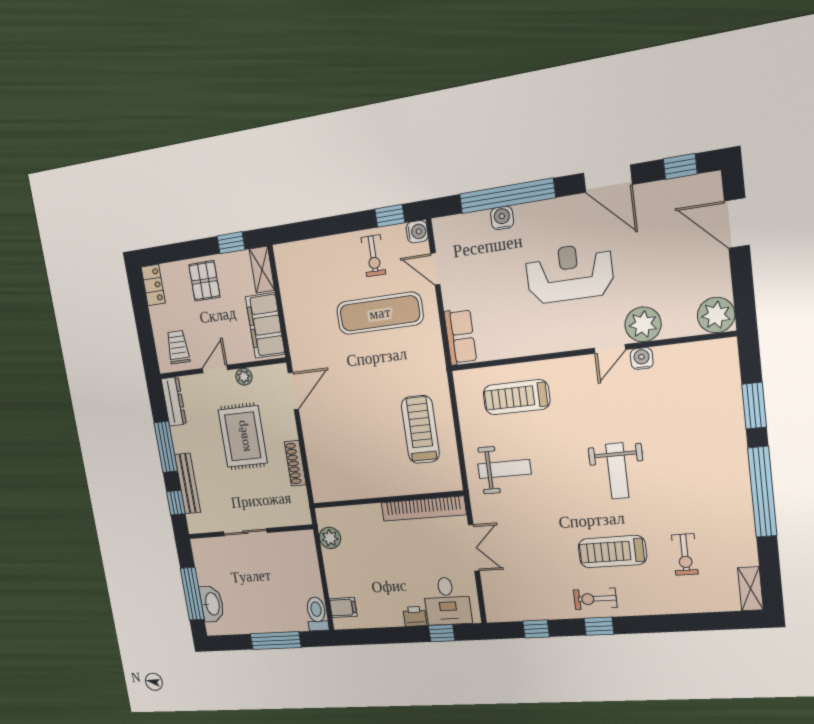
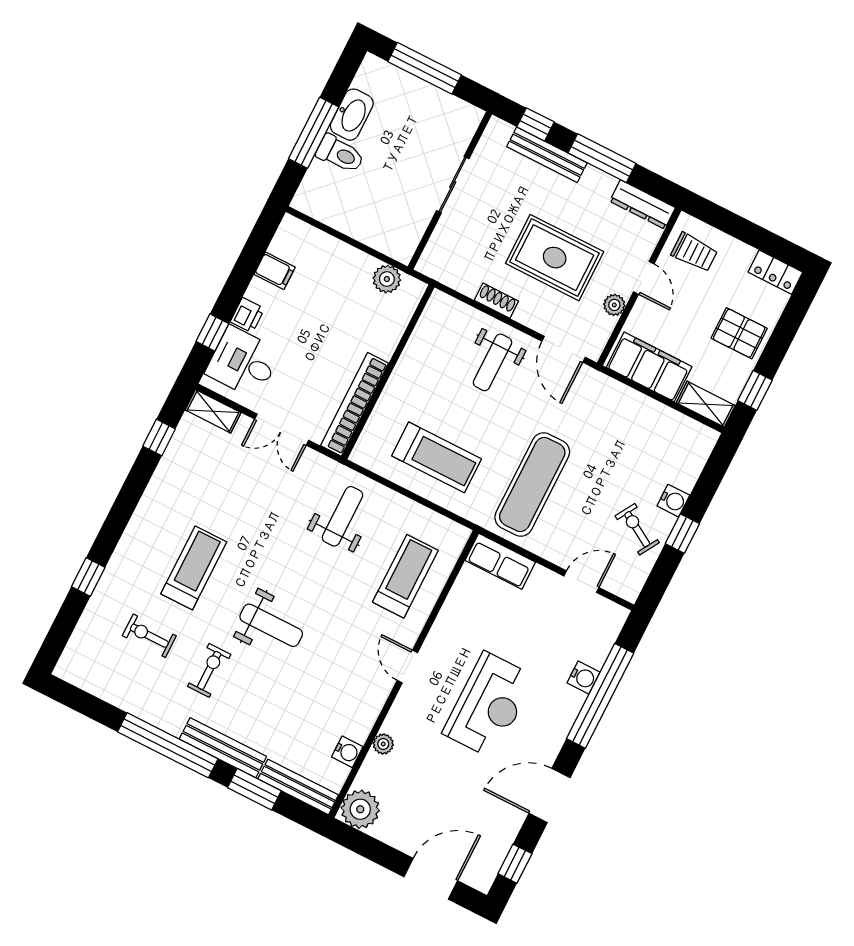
window: (390, 216) -> (682, 534), moved
water cooler: (417, 232) -> (673, 501), moved, turned -90
exercise bike: (373, 256) -> (637, 529), turned 31
exercise mat: (380, 313) -> (532, 484), moved
plant: (643, 324) -> (383, 744), width x0.53, depth x0.53
door: (610, 349) -> (407, 667), moved
water cooler: (642, 359) -> (347, 752), moved
bench: (730, 374) -> (298, 787), added
weight bench: (334, 433) -> (492, 362), added
bench: (736, 449) -> (223, 748), added
shoe rack: (295, 463) -> (496, 301), width x0.70
weight bench: (504, 469) -> (342, 516), turned 180
weight bench: (617, 471) -> (271, 625), turned 180
shelving: (750, 589) -> (213, 411), moved
exercise bike: (595, 599) -> (209, 670), moved
washbasin: (212, 604) -> (352, 115), moved, turned -90
filing cabinet: (343, 607) -> (275, 271), moved, turned -90
toilet: (317, 614) -> (340, 154), moved
window: (599, 626) -> (88, 577), moved

